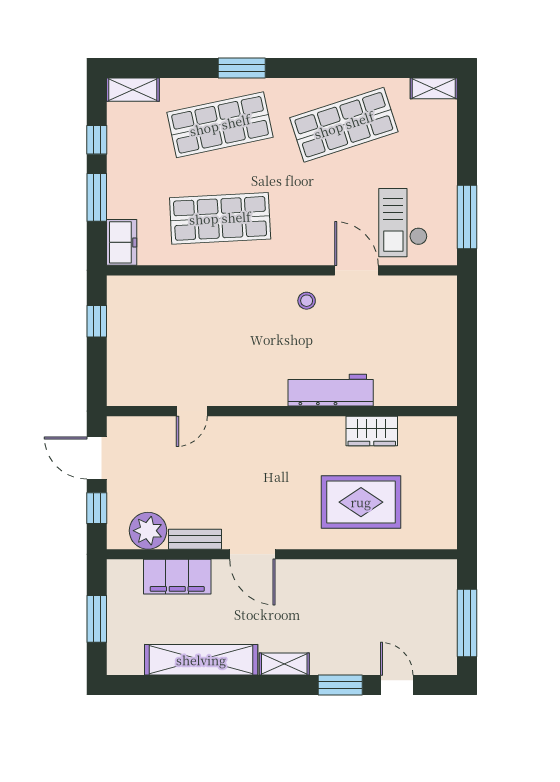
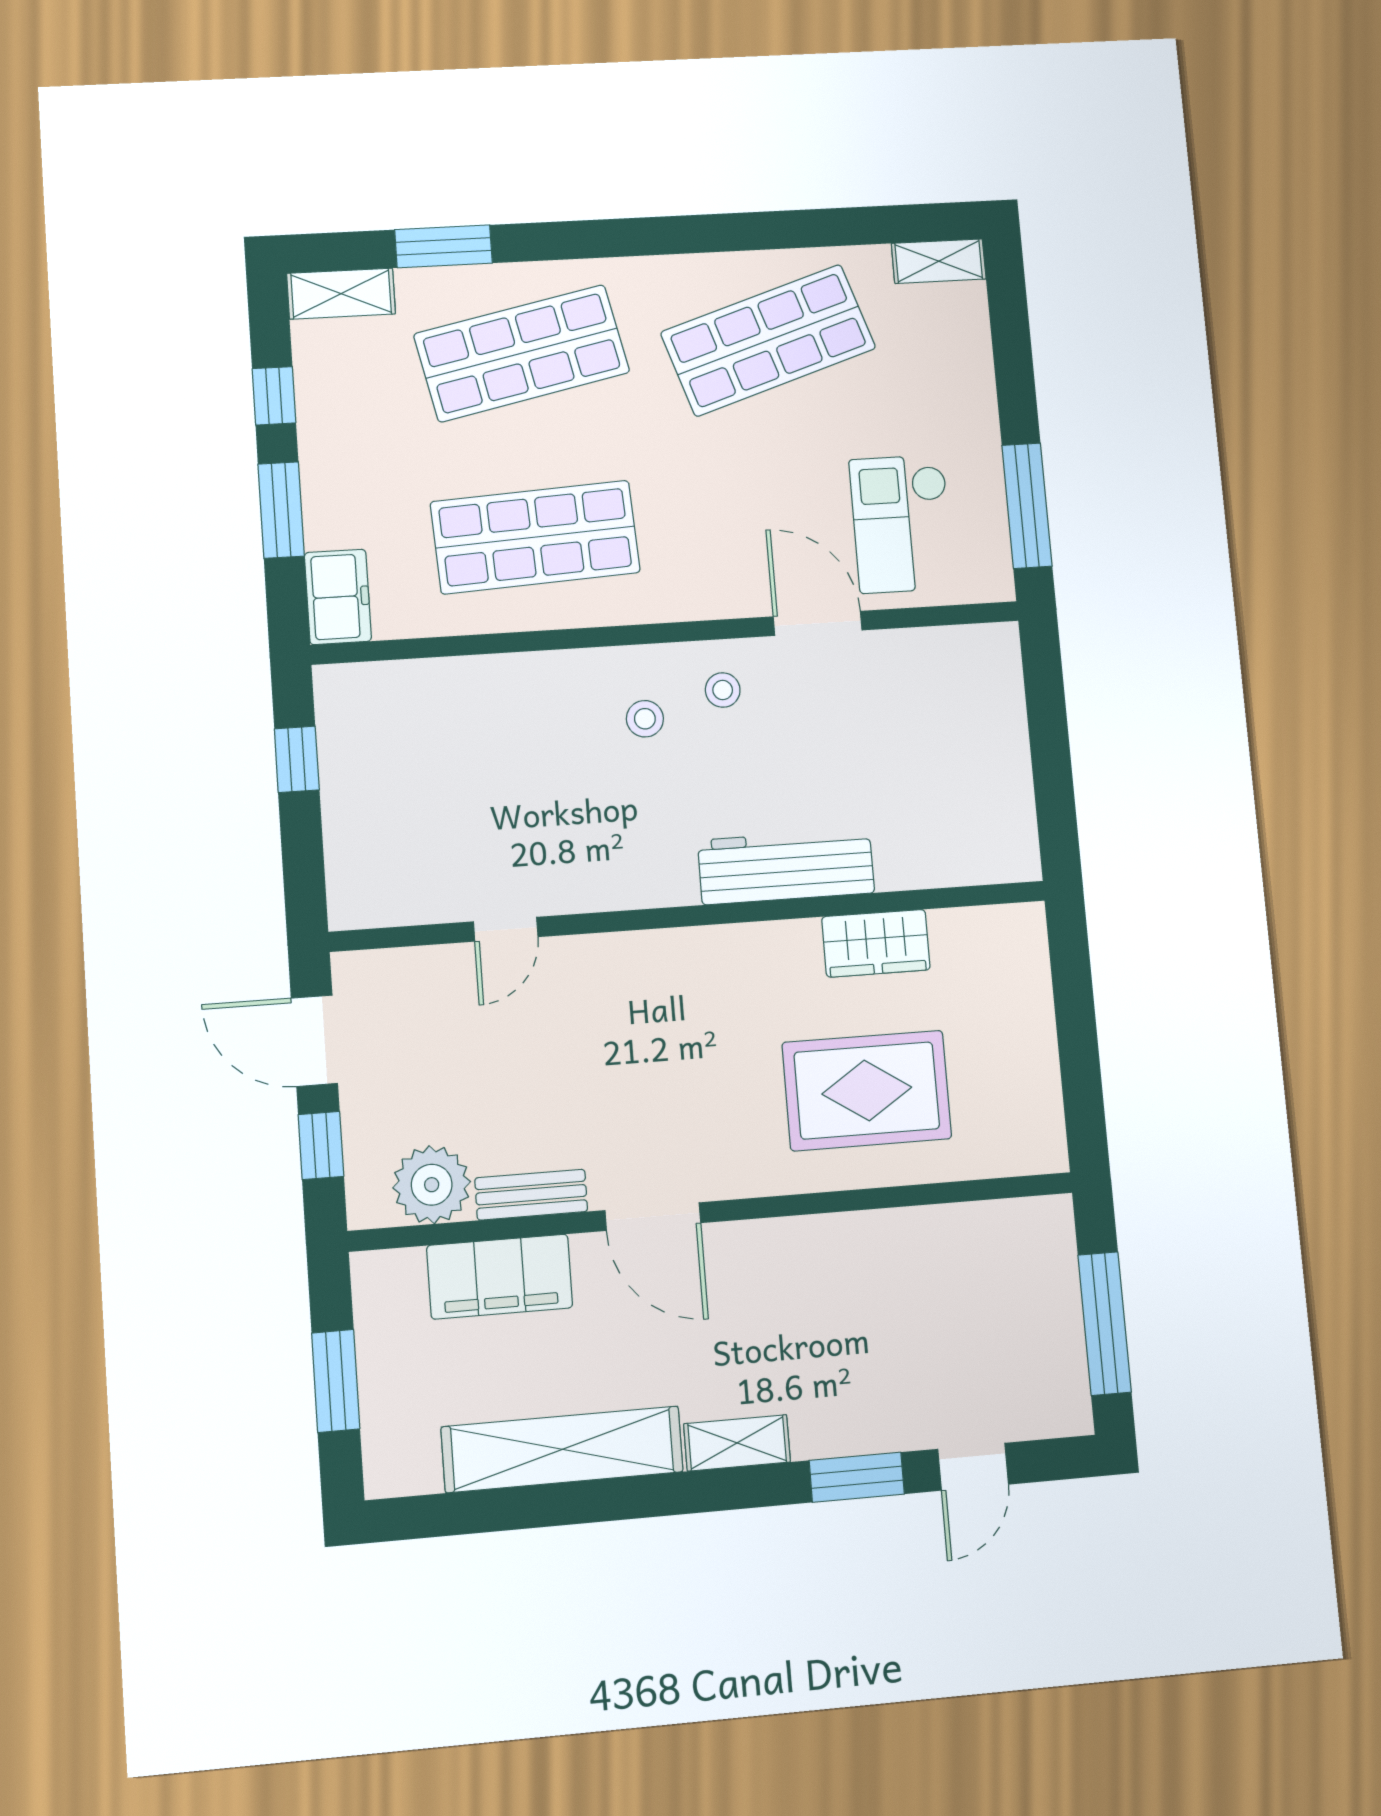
window: (242, 68) -> (444, 246), moved
stool: (267, 312) -> (645, 719), added
door: (397, 685) -> (973, 1467), swing flipped

